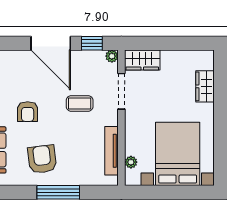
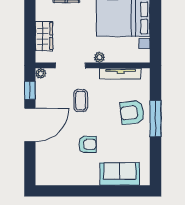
wardrobe: (142, 60) -> (44, 36), moved
armchair: (42, 159) -> (132, 112), moved
plant: (131, 162) -> (99, 57), moved

